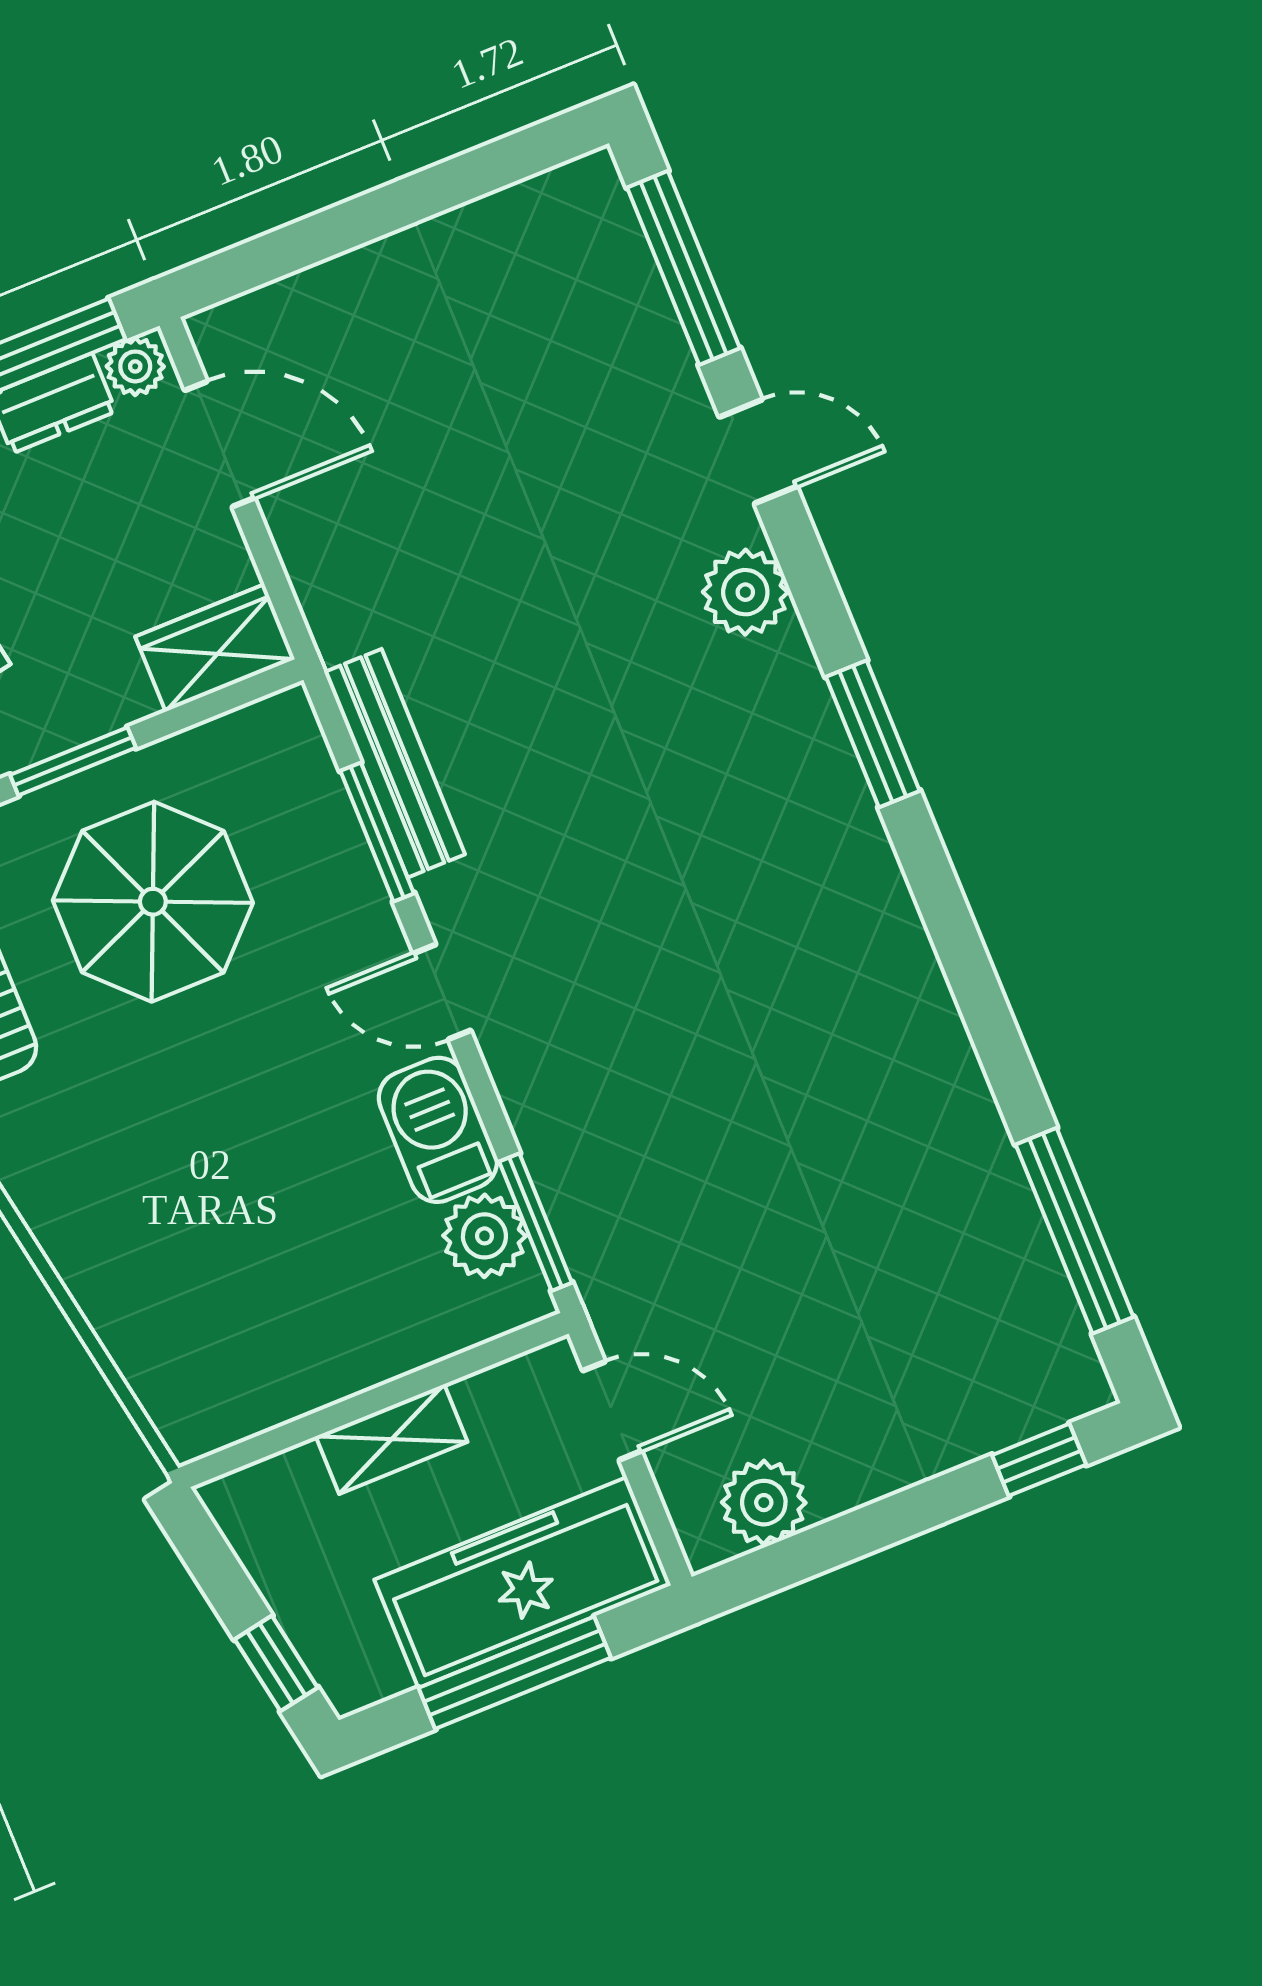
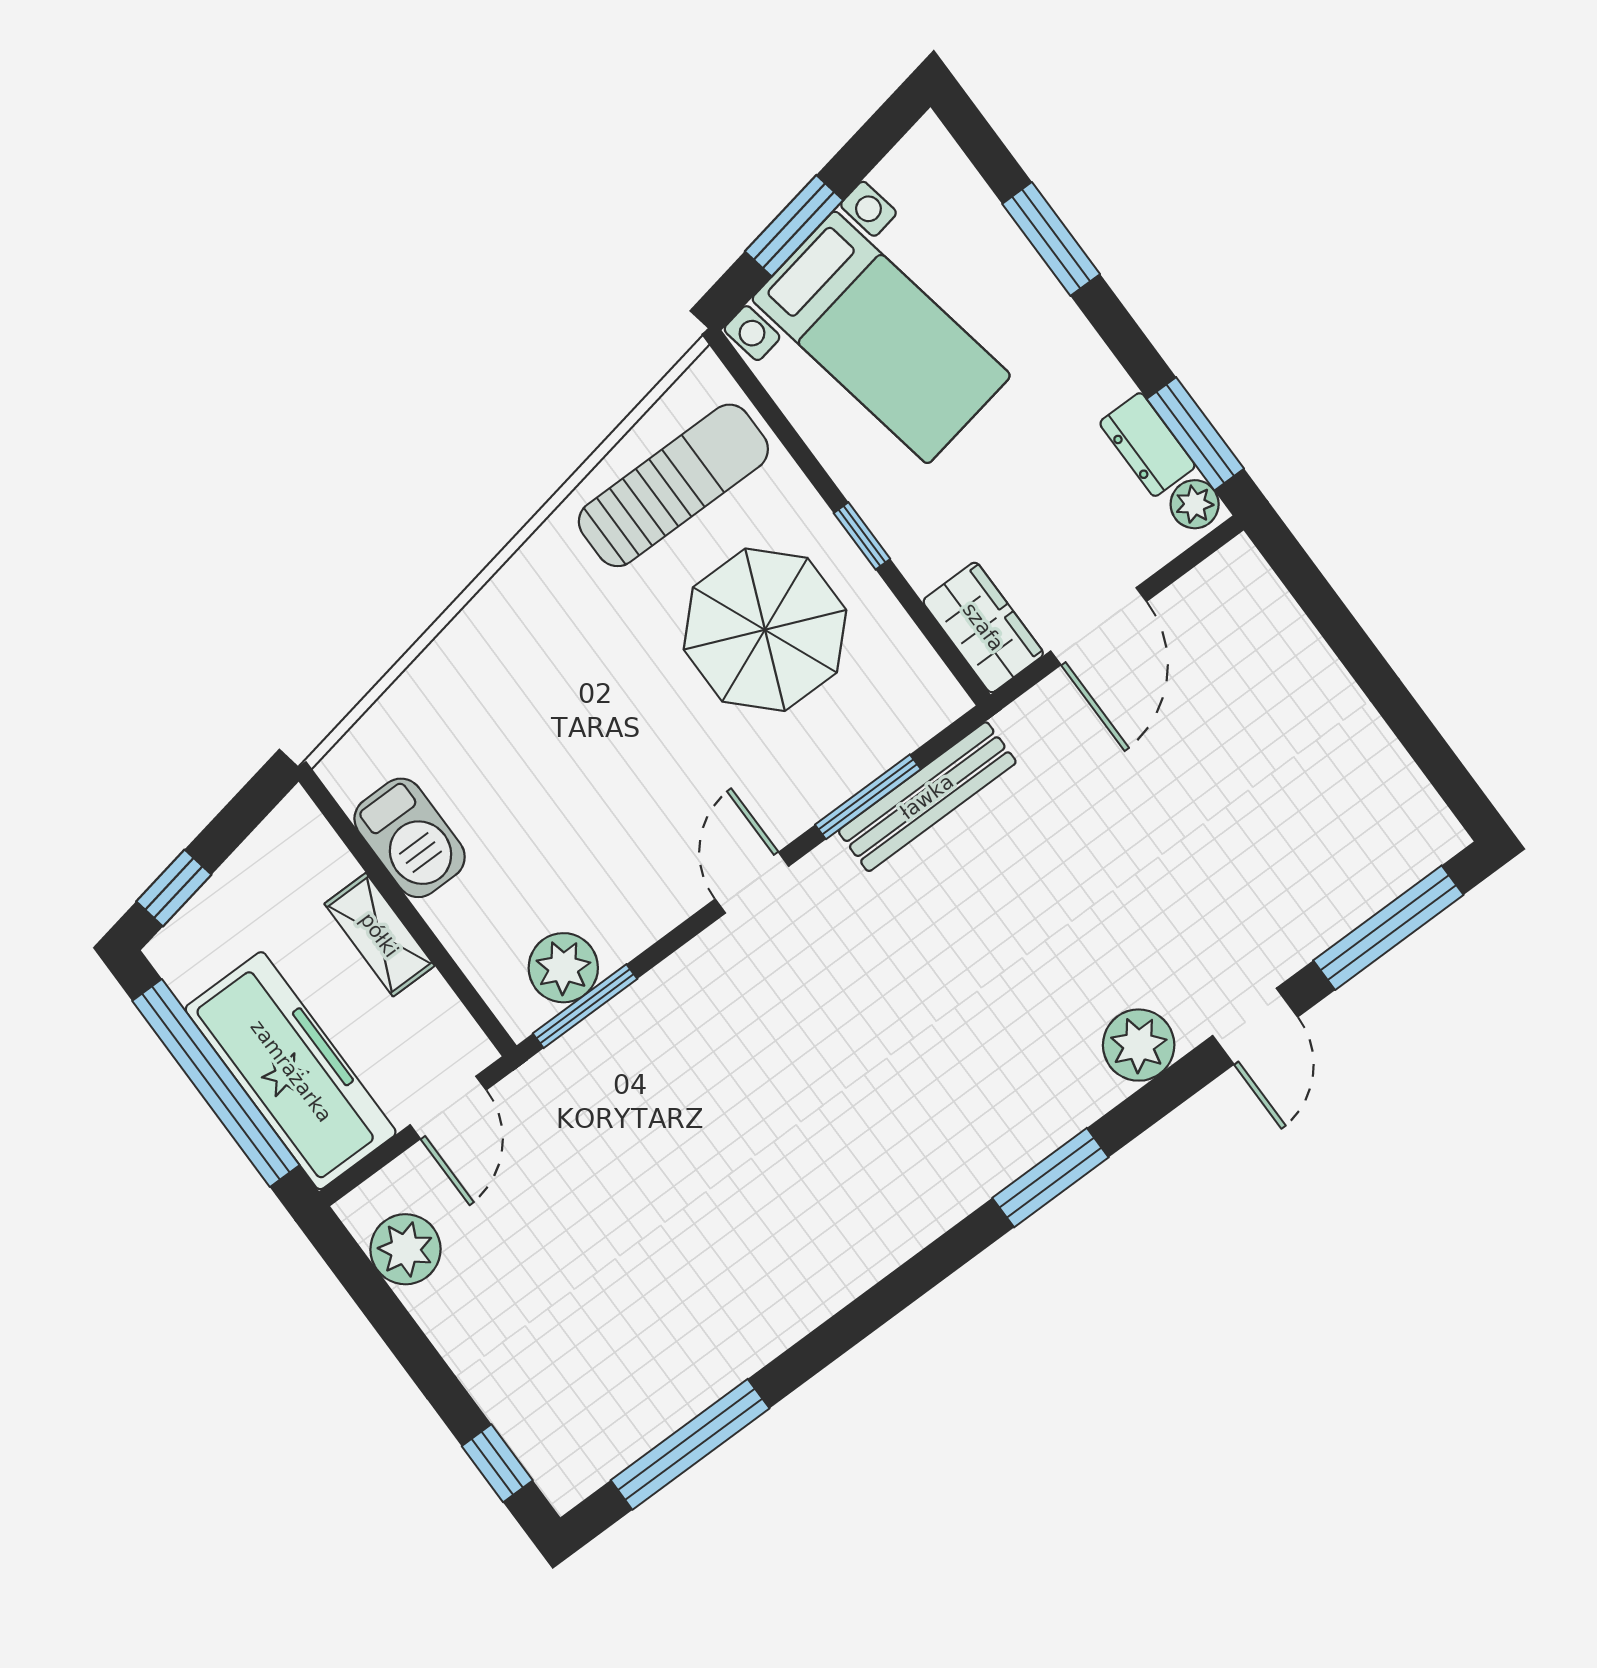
door: (220, 444) -> (1099, 626), moved
window: (73, 761) -> (862, 536), width x0.67
barbecue: (438, 1130) -> (410, 838), moved, turned 90
window: (515, 1673) -> (216, 1083), width x1.46

